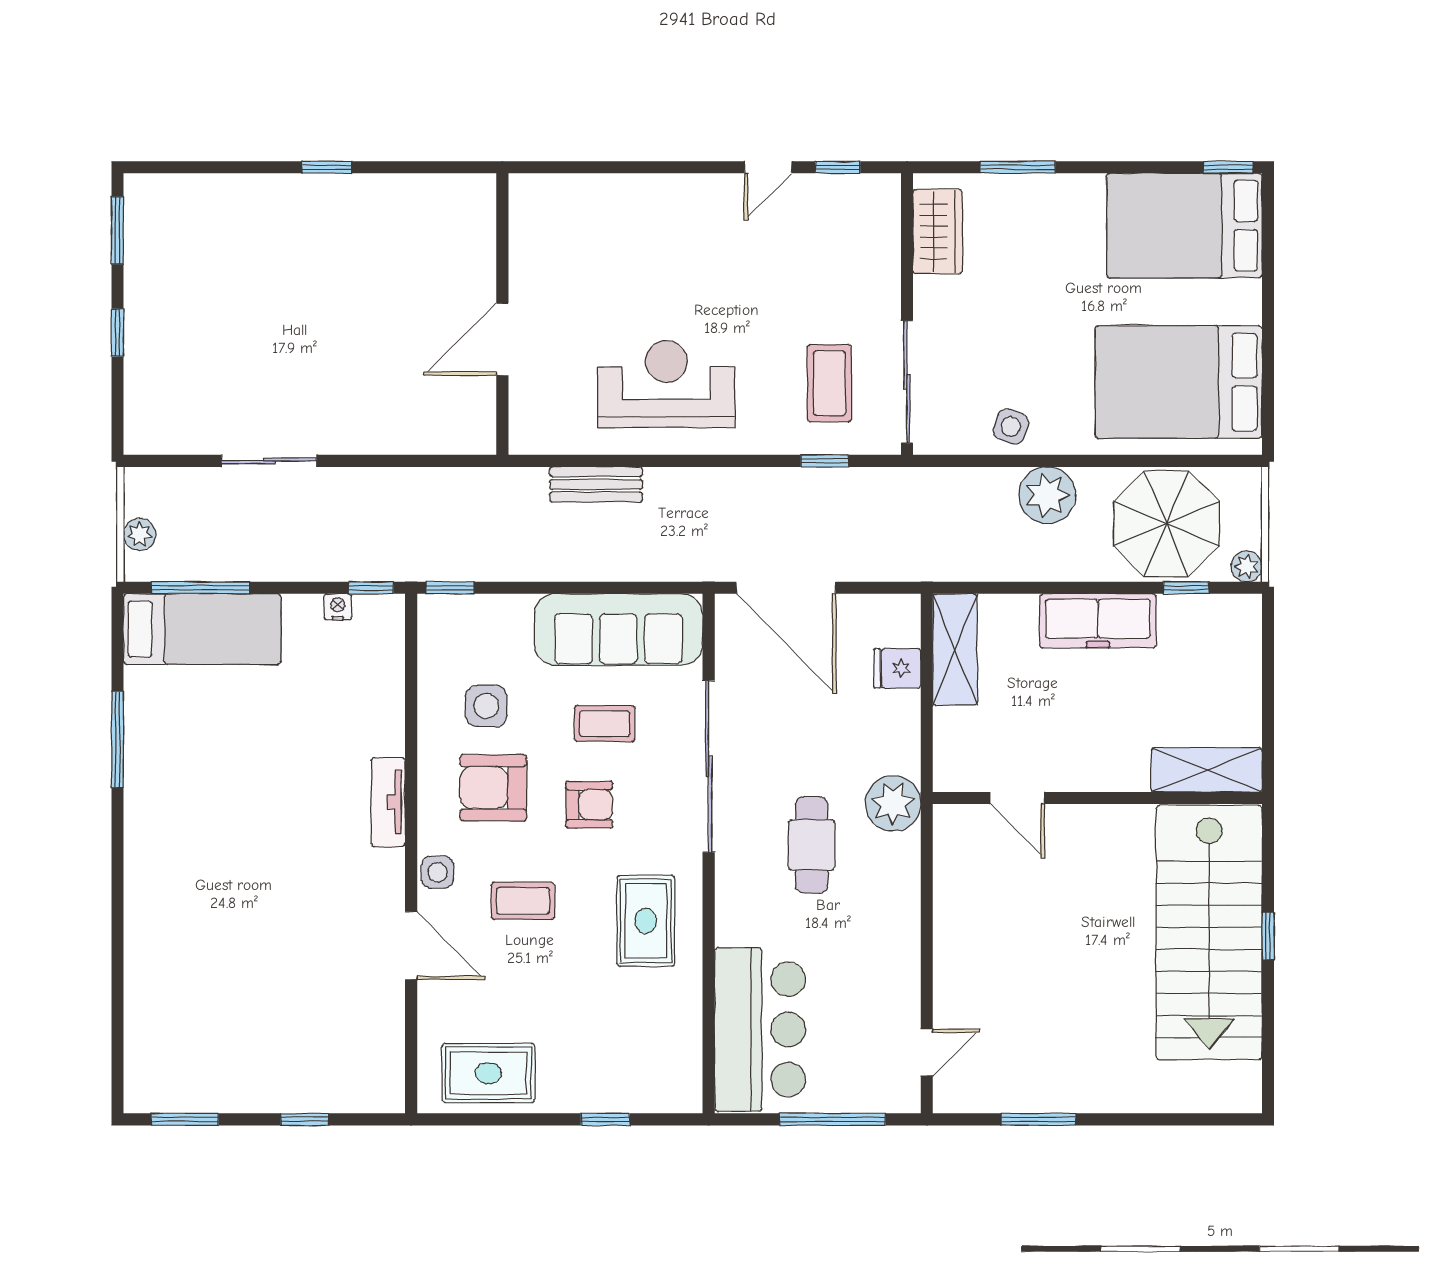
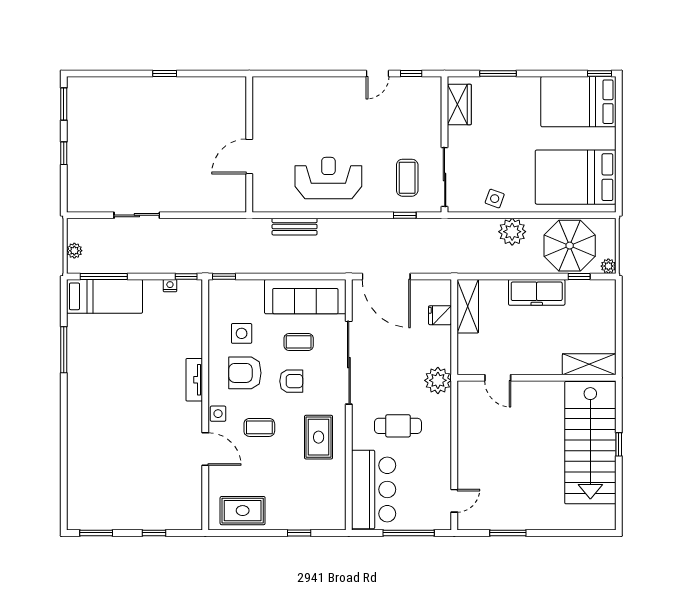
cafe table: (812, 845) -> (398, 426), moved, turned 90

